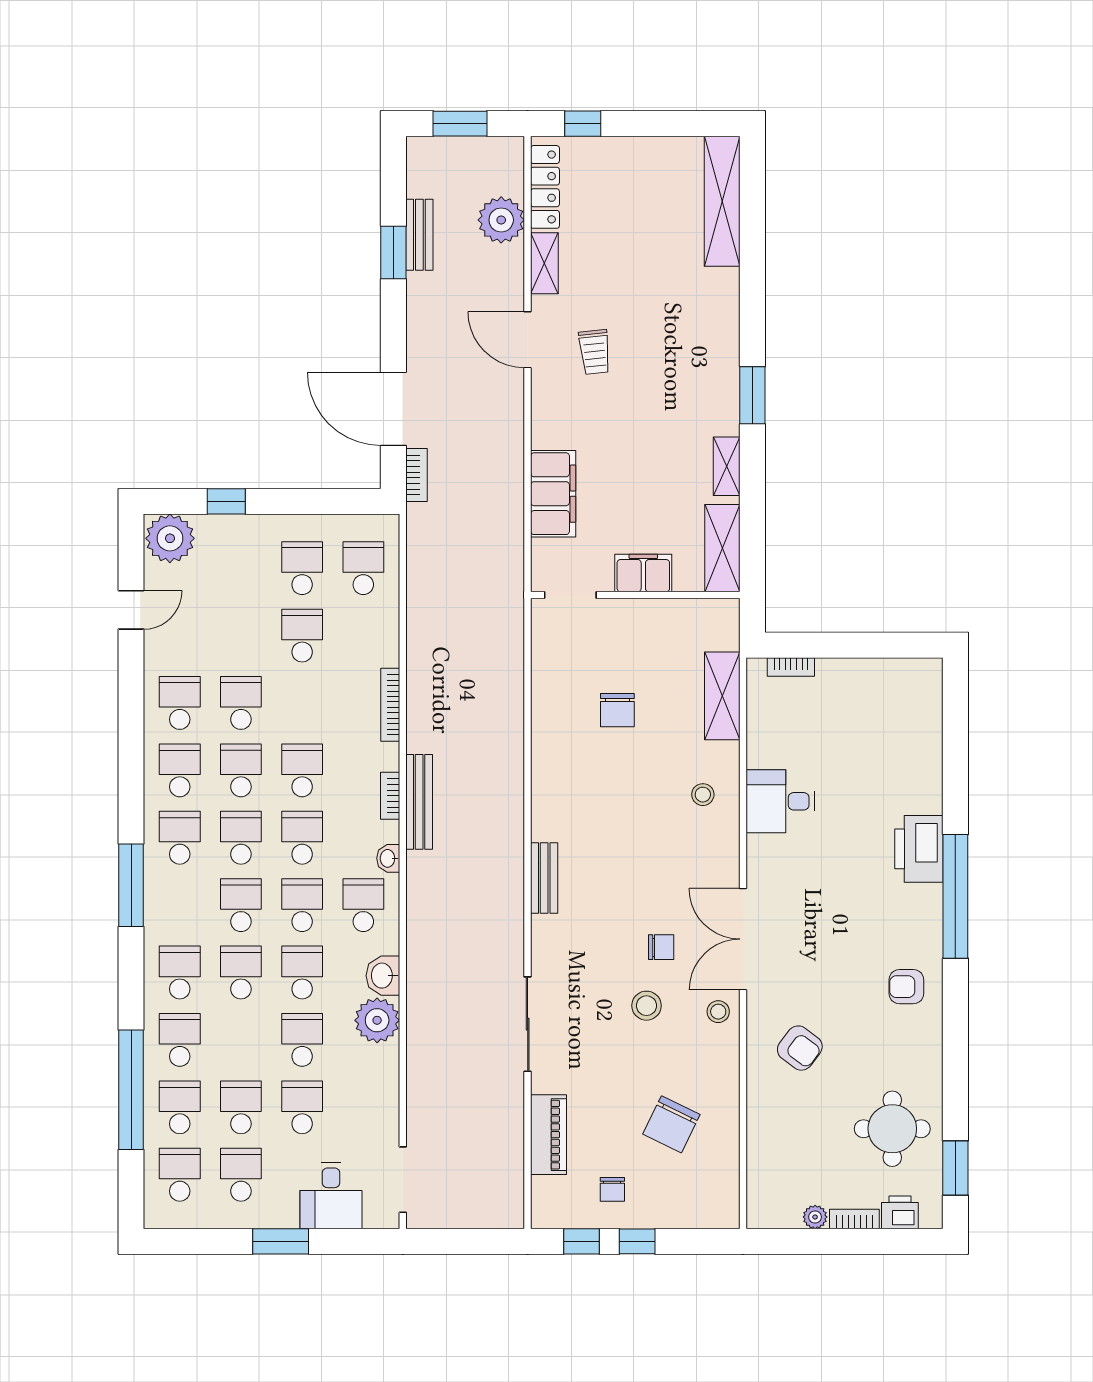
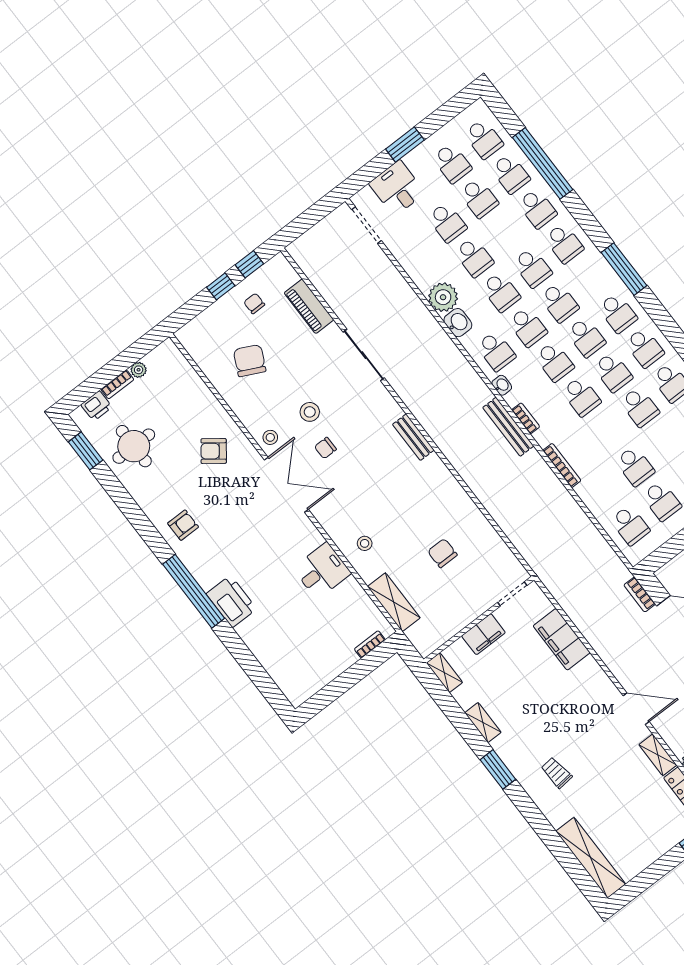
trolley: (595, 352) -> (556, 773), moved
shelving: (722, 548) -> (444, 673), width x0.67, depth x0.75

